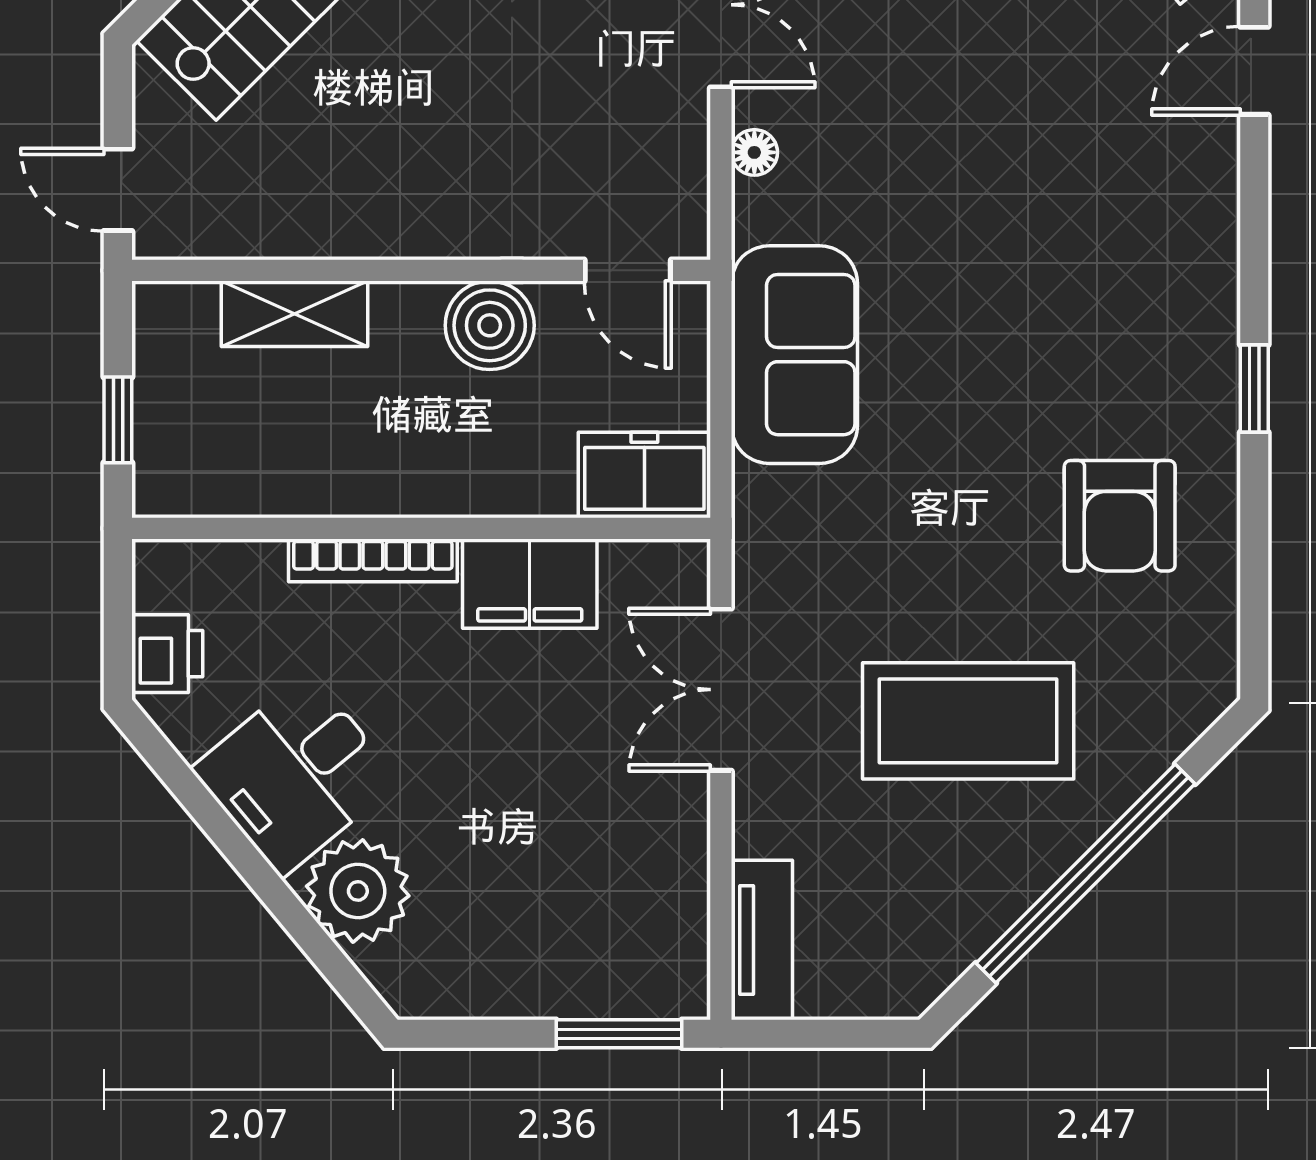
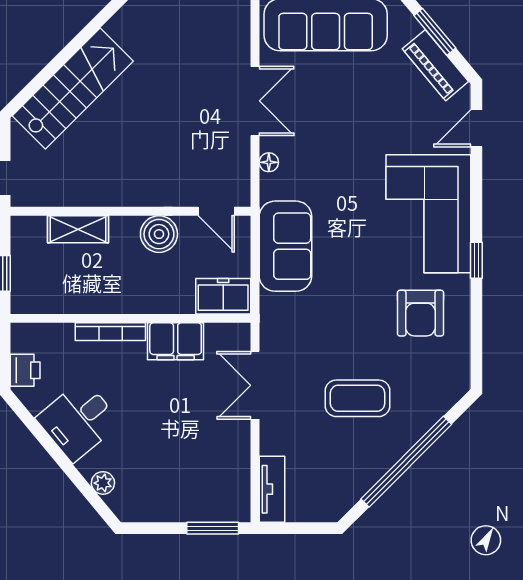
corner sofa: (1139, 276) -> (428, 214), added
coffee table: (968, 721) -> (358, 398), width x0.73, depth x0.76
plant: (358, 891) -> (103, 483), width x0.53, depth x0.53

